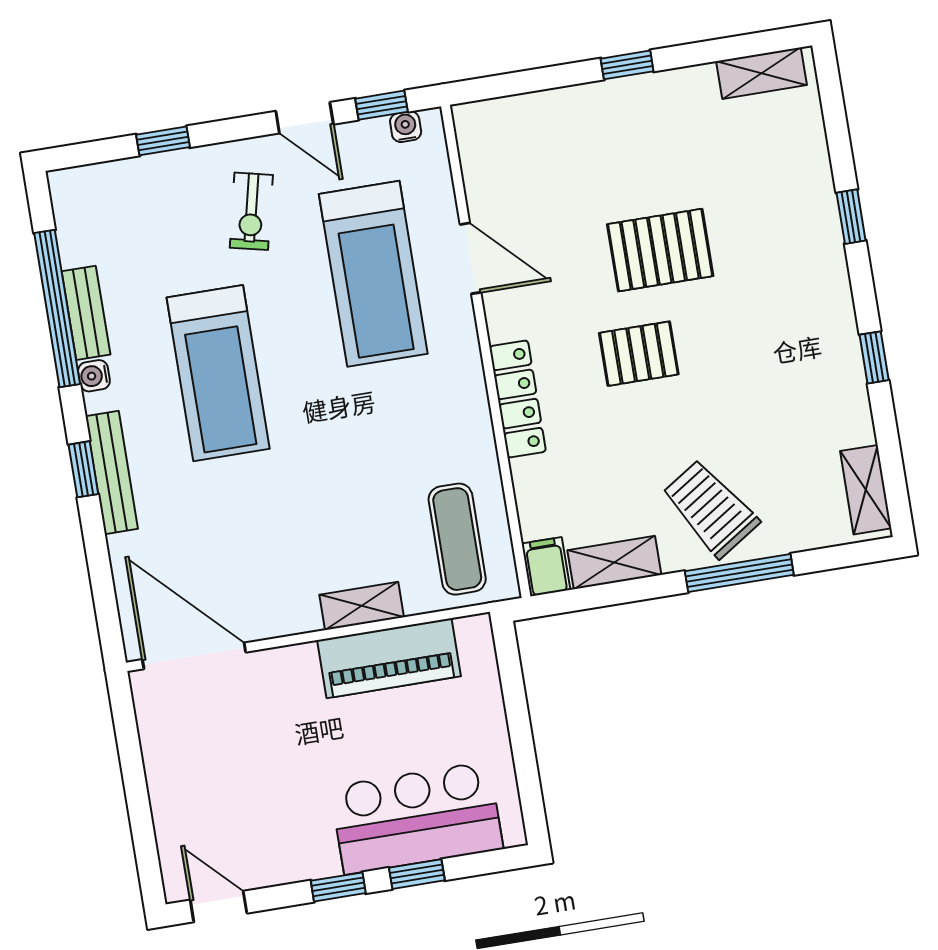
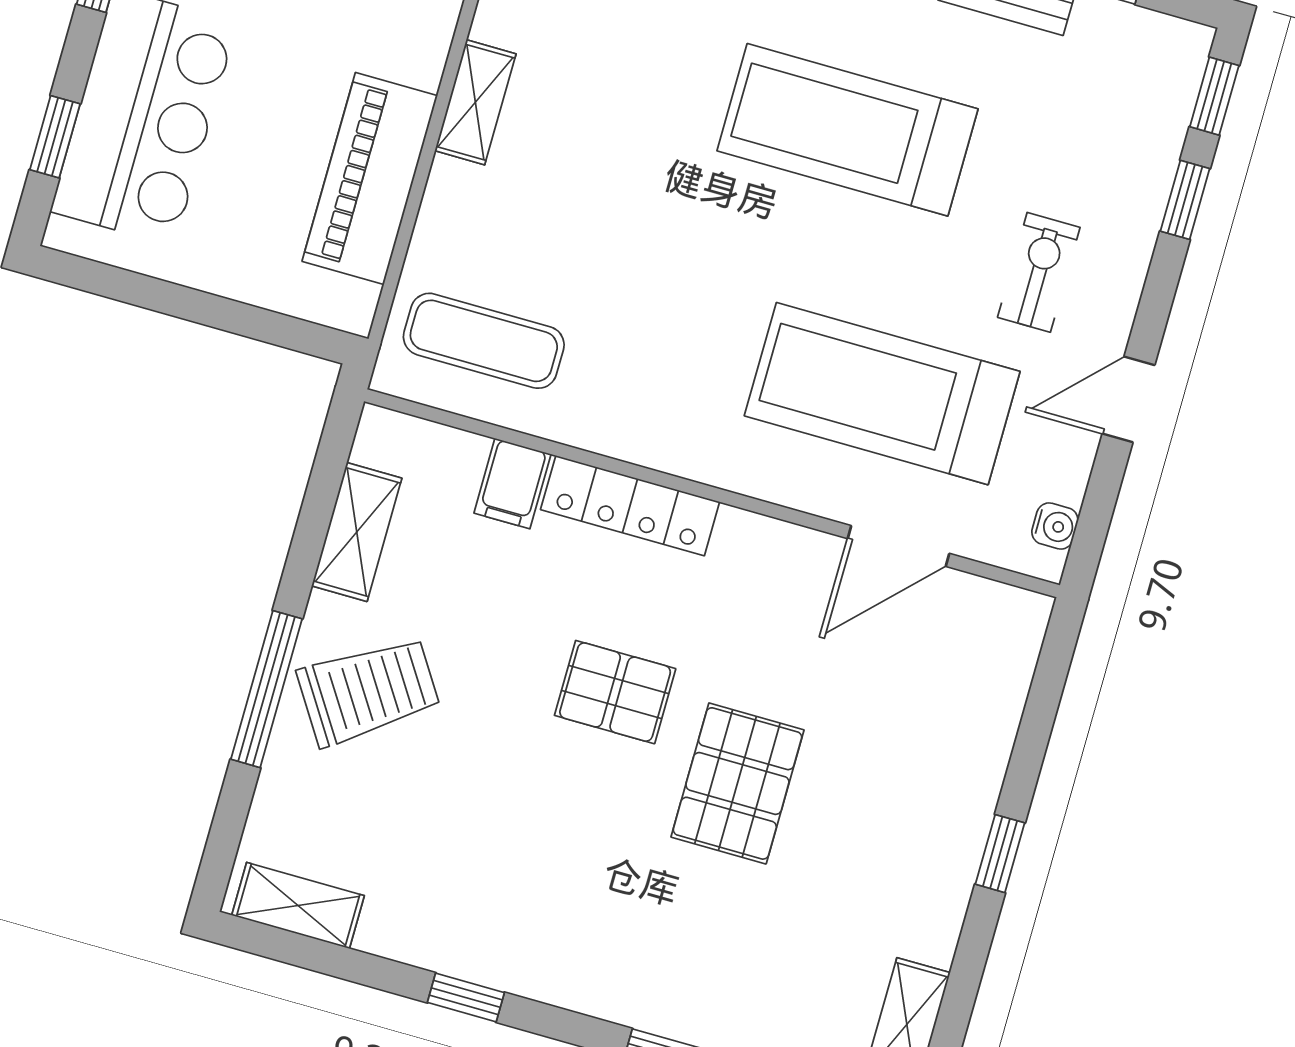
window: (382, 105) -> (1214, 96), moved
exercise bike: (251, 211) -> (1039, 272), turned 77
door: (471, 258) -> (898, 546), moved
pallet: (639, 354) -> (615, 692), turned 90
filing cabinet: (546, 567) -> (512, 484), moved, turned 90
shelving: (362, 606) -> (475, 102), moved
window: (417, 874) -> (55, 137), moved

